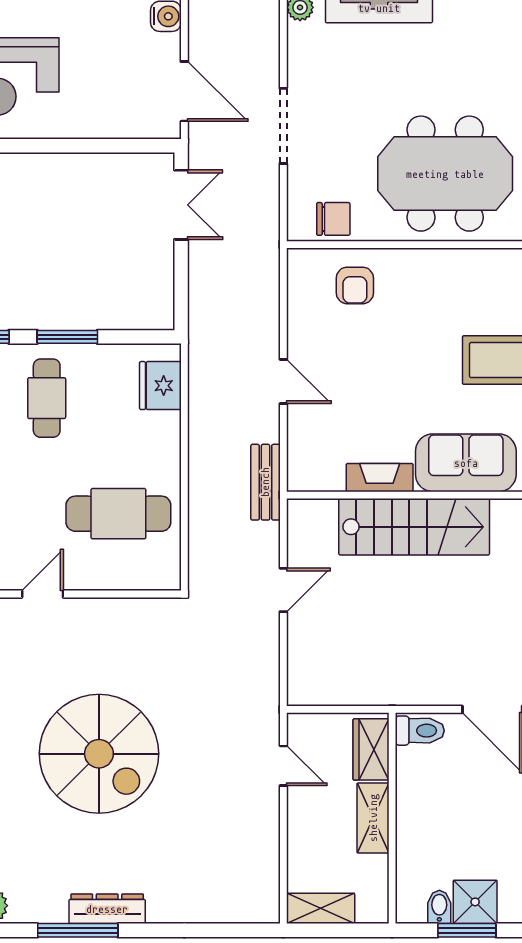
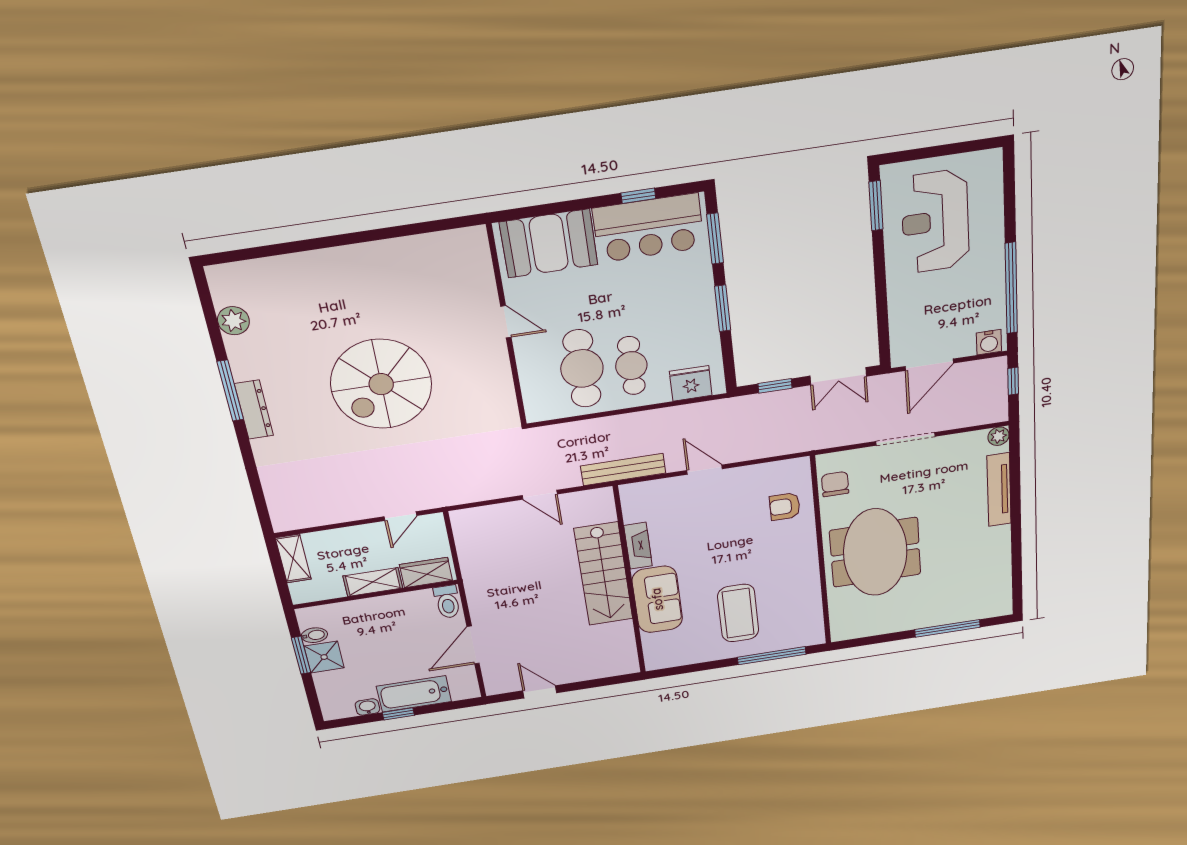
chair: (333, 219) -> (835, 484), turned 180
window: (181, 283) -> (775, 386), added
door: (283, 381) -> (704, 470), swing flipped
cafe table: (47, 398) -> (631, 366), moved, turned 90
bench: (265, 482) -> (623, 470), width x1.36

